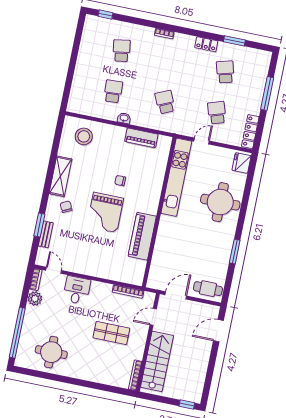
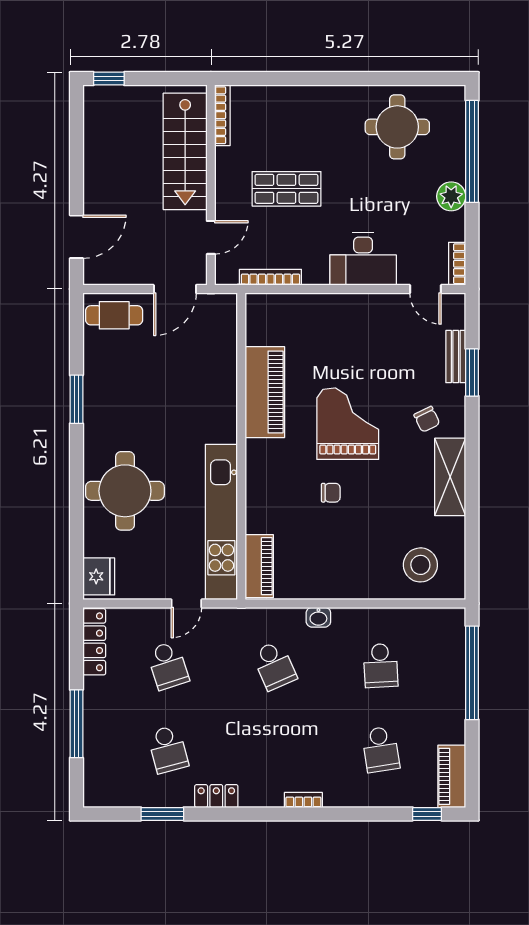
piano: (90, 30) -> (452, 776), added
window: (69, 79) -> (472, 673), added
washbasin: (124, 118) -> (318, 617), moved
piano: (141, 138) -> (259, 566), moved, turned 90
desk: (77, 290) -> (363, 259), width x1.37
plant: (35, 299) -> (451, 196), moved

